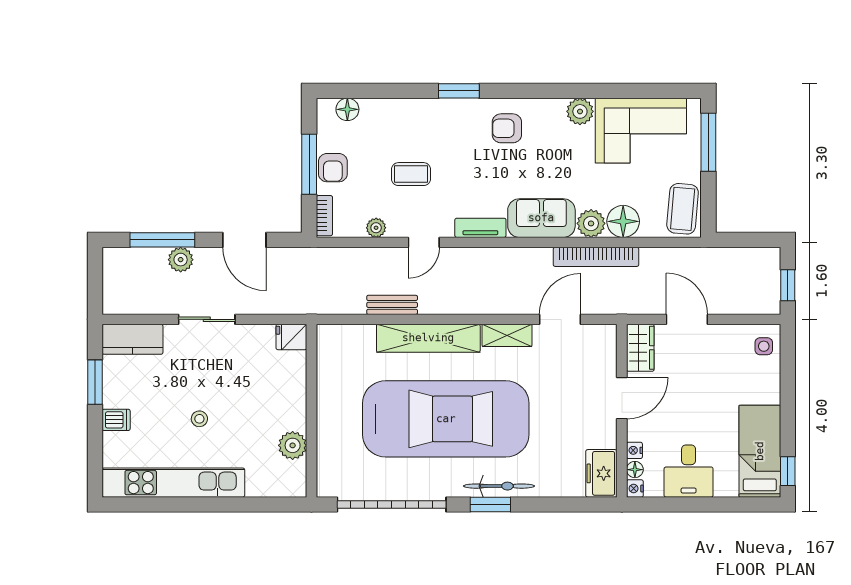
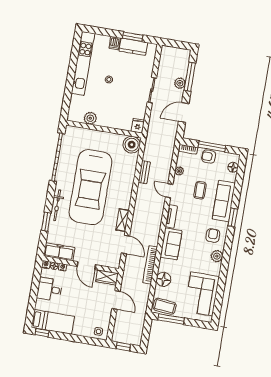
plant: (580, 111) -> (217, 256), moved
sofa: (426, 117) -> (224, 201), added
window: (708, 142) -> (171, 319), moved
plant: (591, 223) -> (165, 265), removed
door: (687, 319) -> (116, 300), hinge flipped
shelving: (428, 338) -> (127, 186), removed
kitchen counter: (133, 339) -> (133, 47), moved, turned -90
boiler: (336, 343) -> (132, 145), added
freezer: (601, 473) -> (59, 252), width x1.40
window: (490, 505) -> (46, 222), moved

